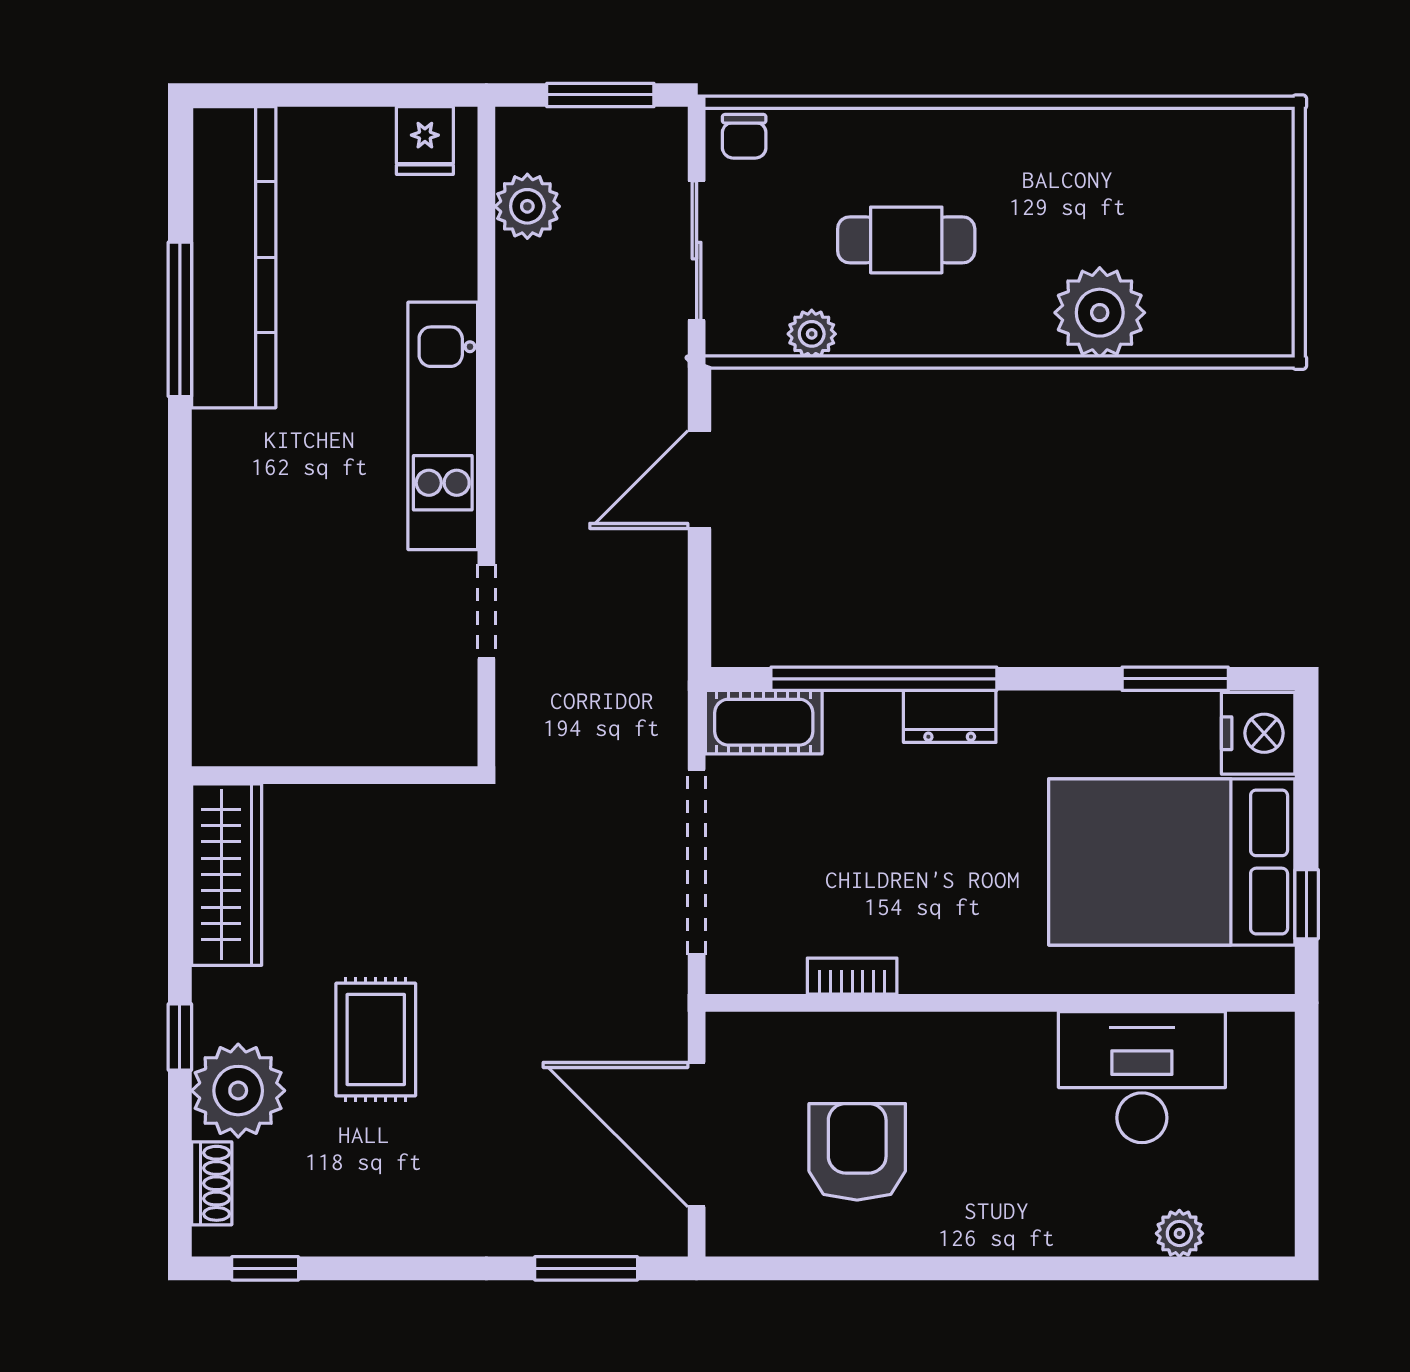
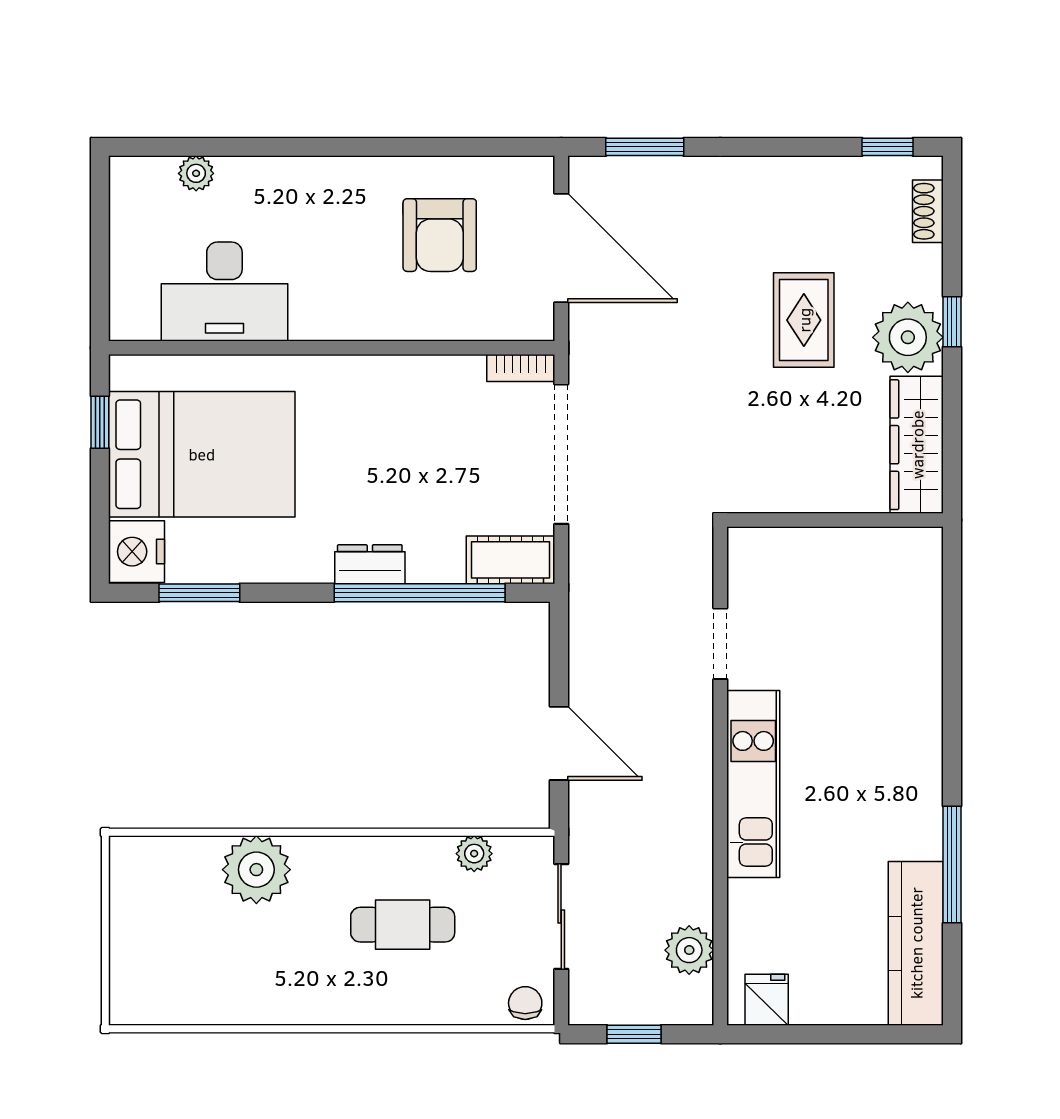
window: (600, 95) -> (634, 1034), width x0.67
kitchen counter: (234, 257) -> (916, 943), width x0.72, depth x0.86
door: (699, 480) -> (559, 743), hinge flipped
bookcase: (852, 976) -> (521, 368), moved
plant: (238, 1091) -> (908, 337), moved

